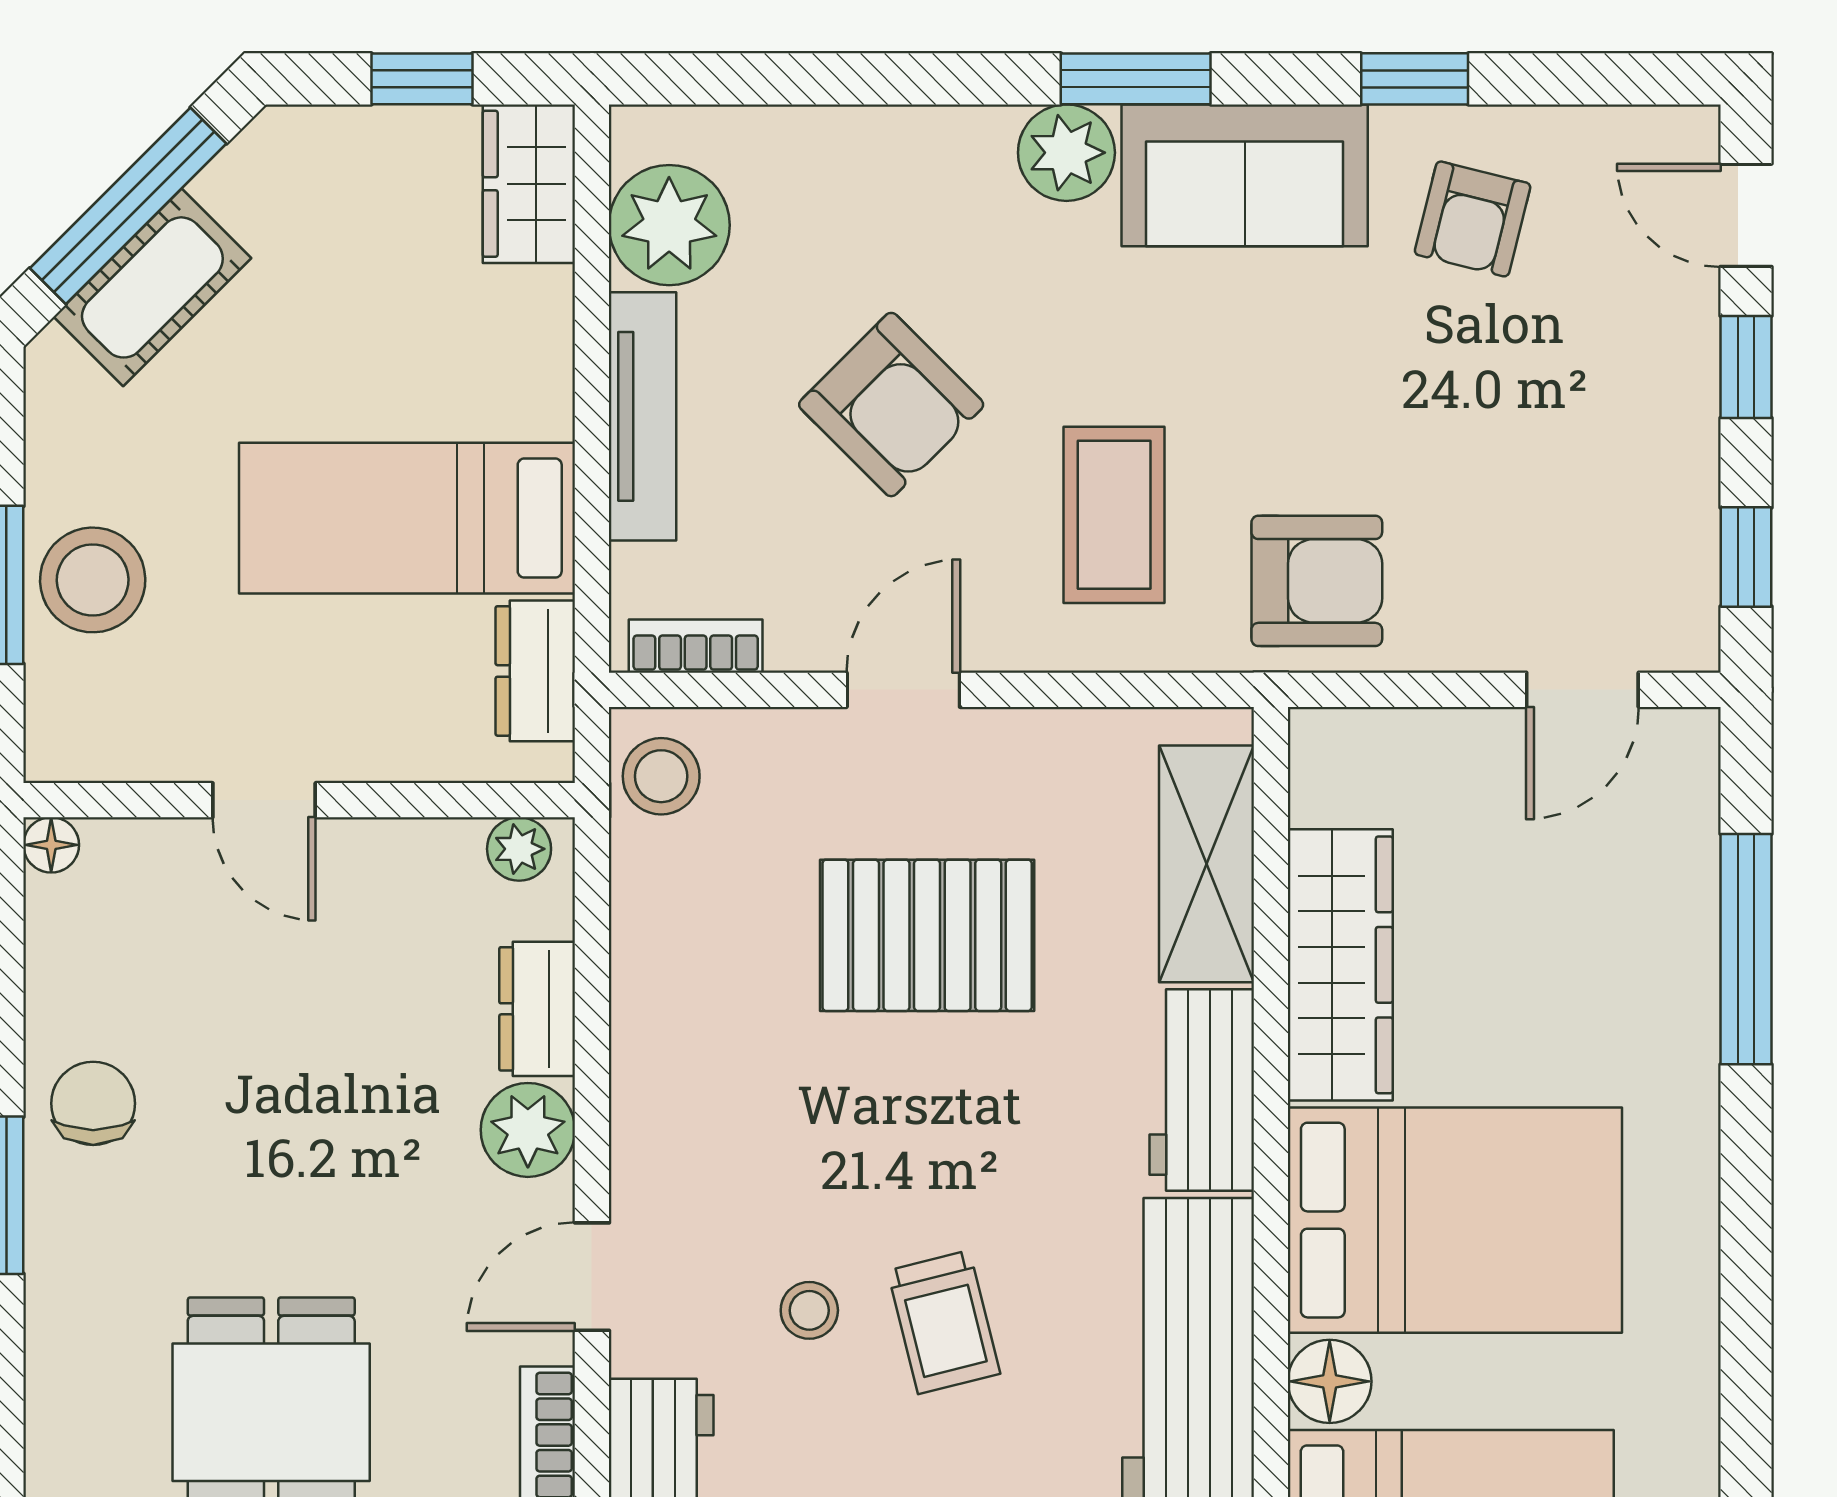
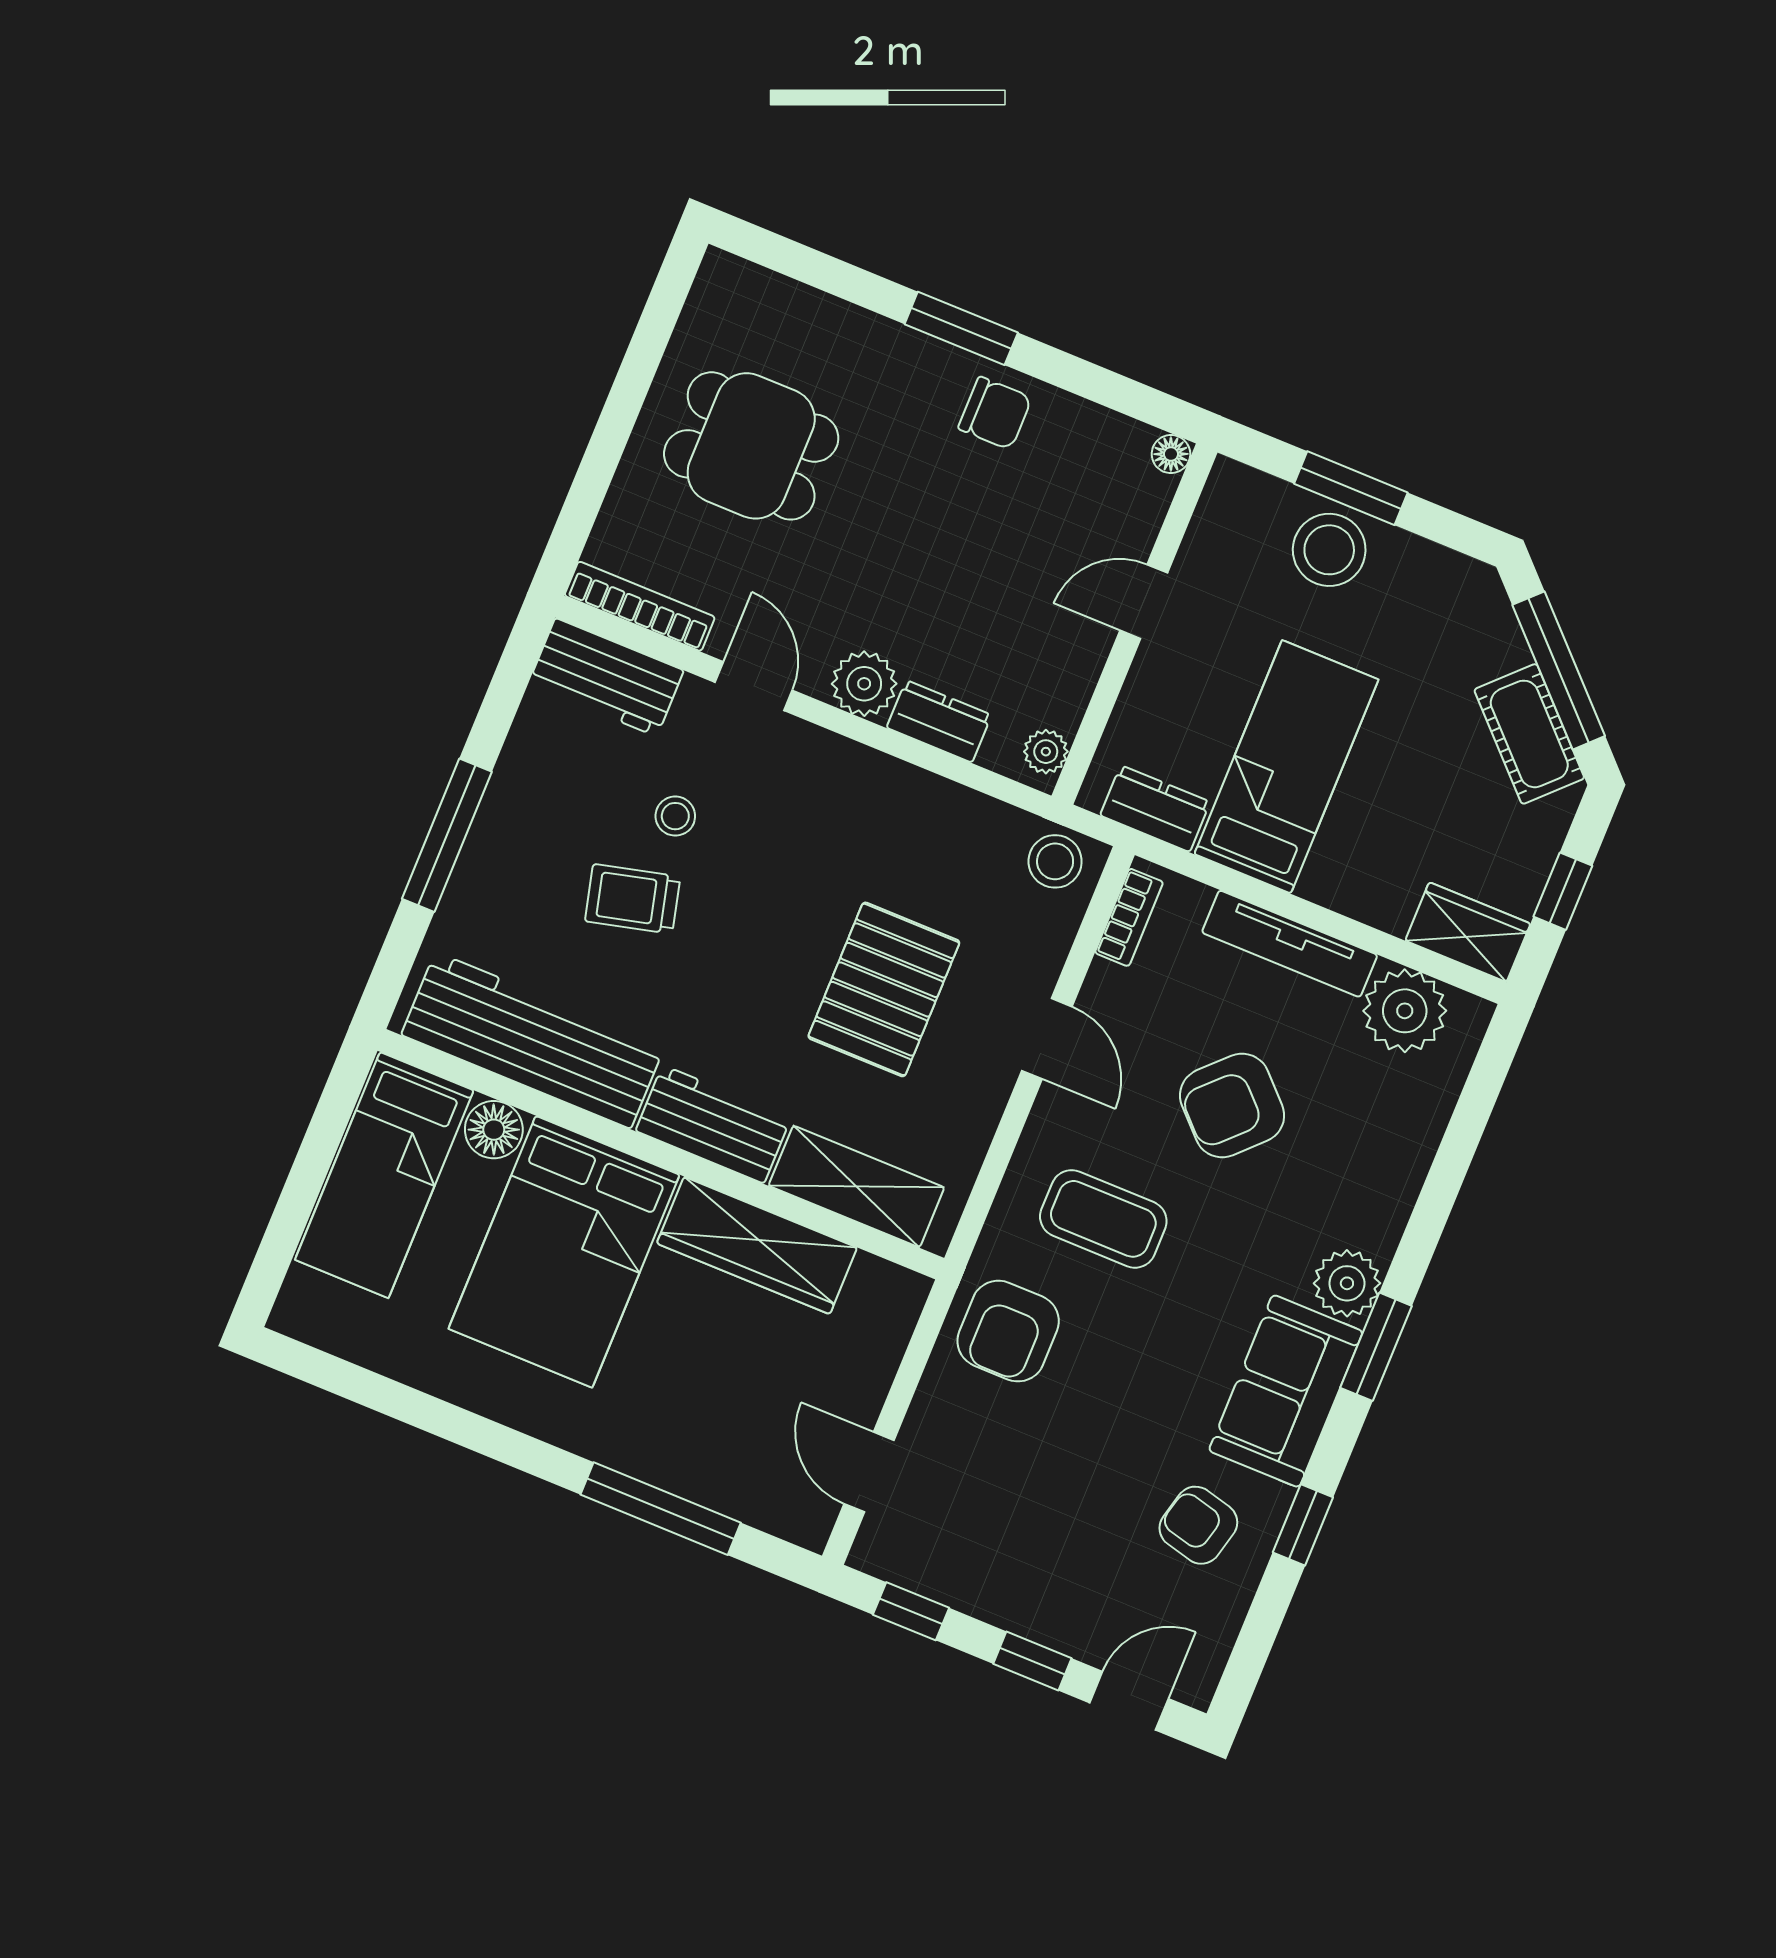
cot: (152, 287) -> (1529, 734), moved

